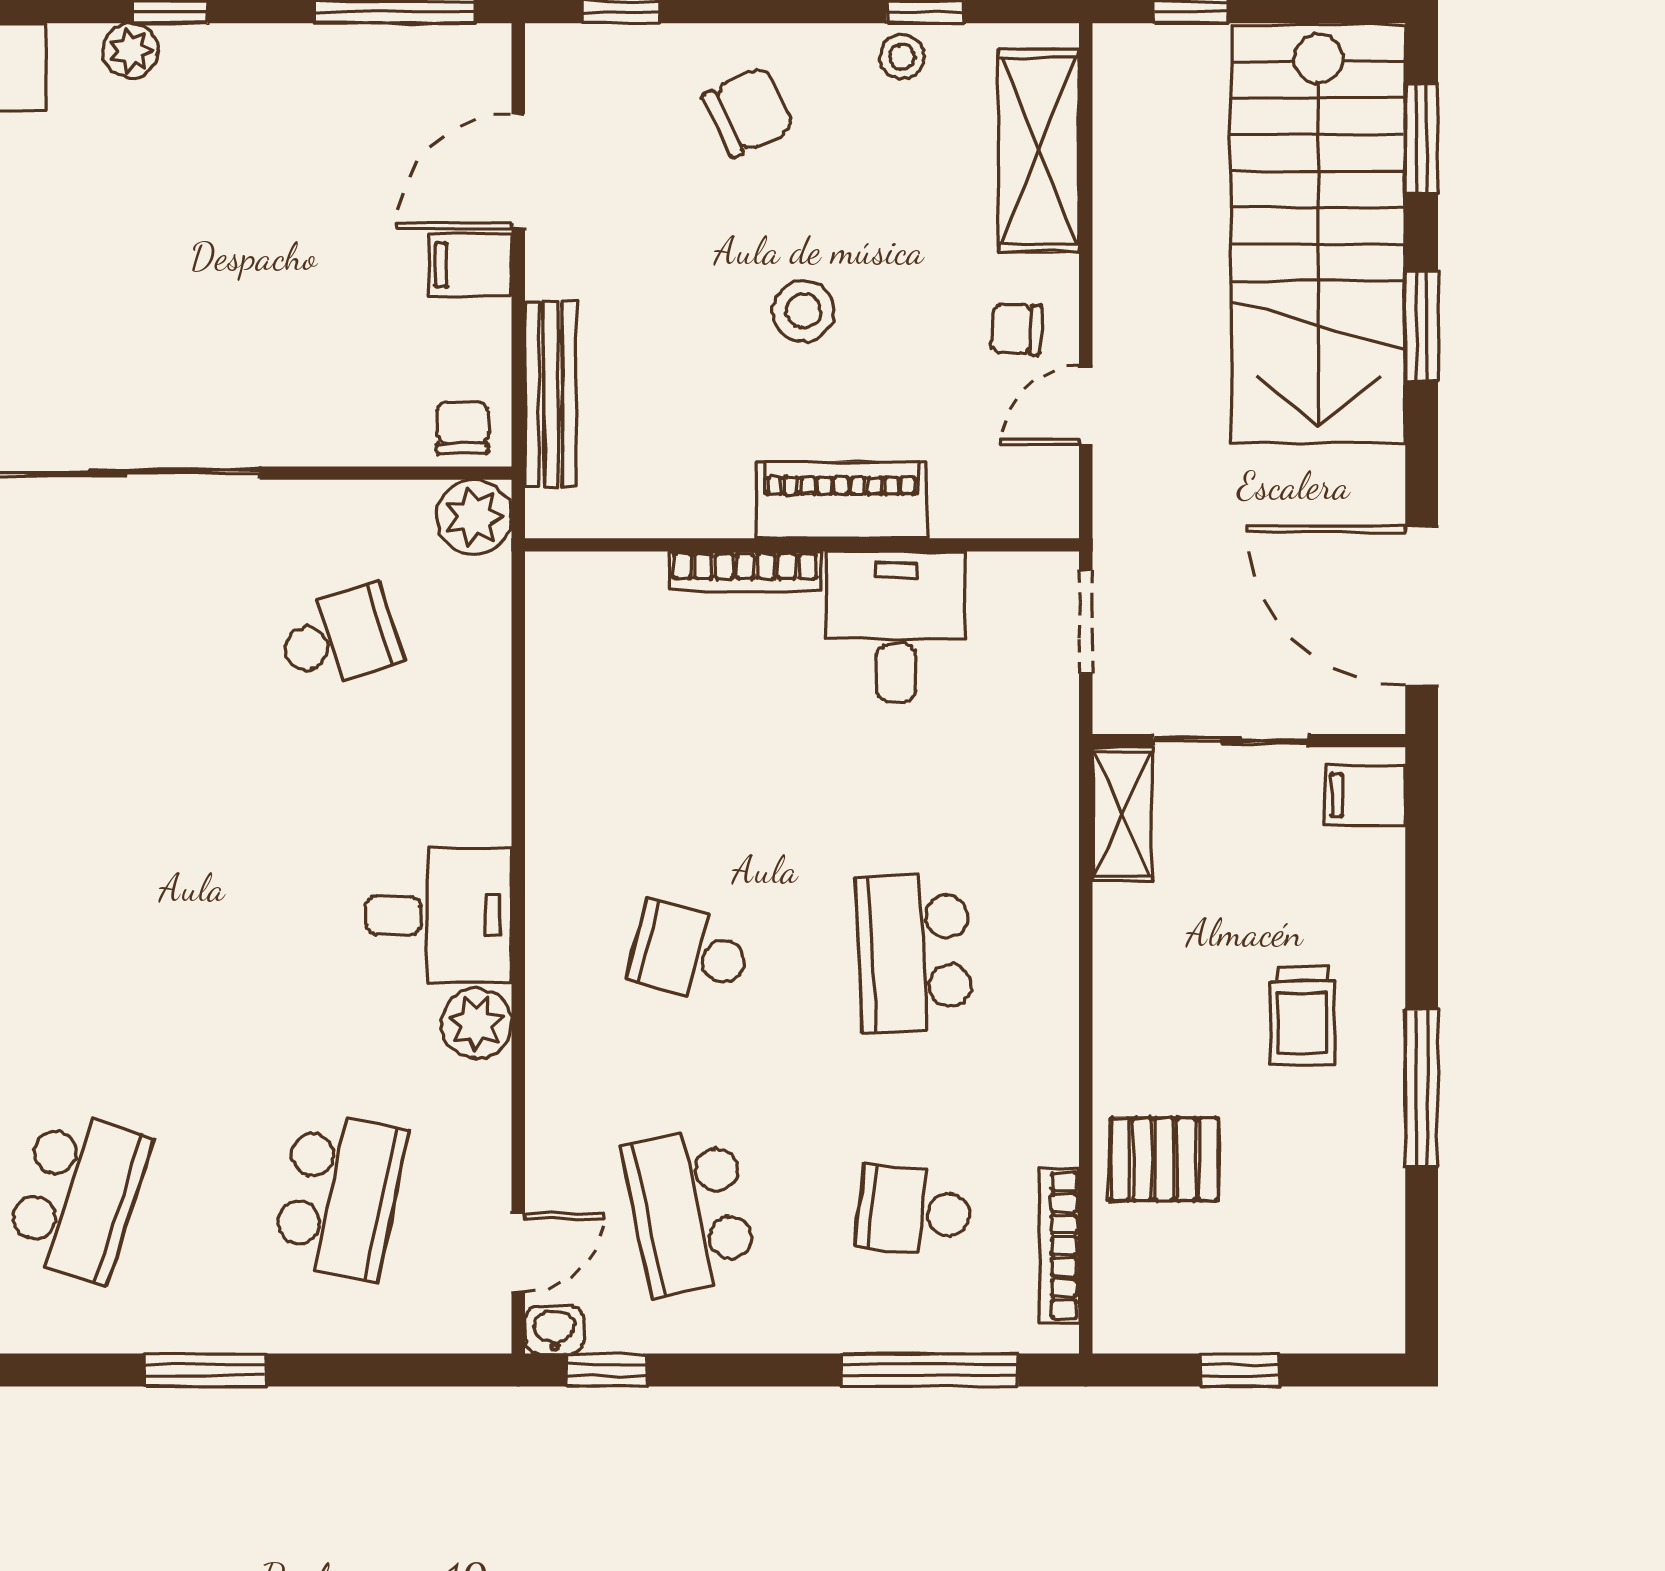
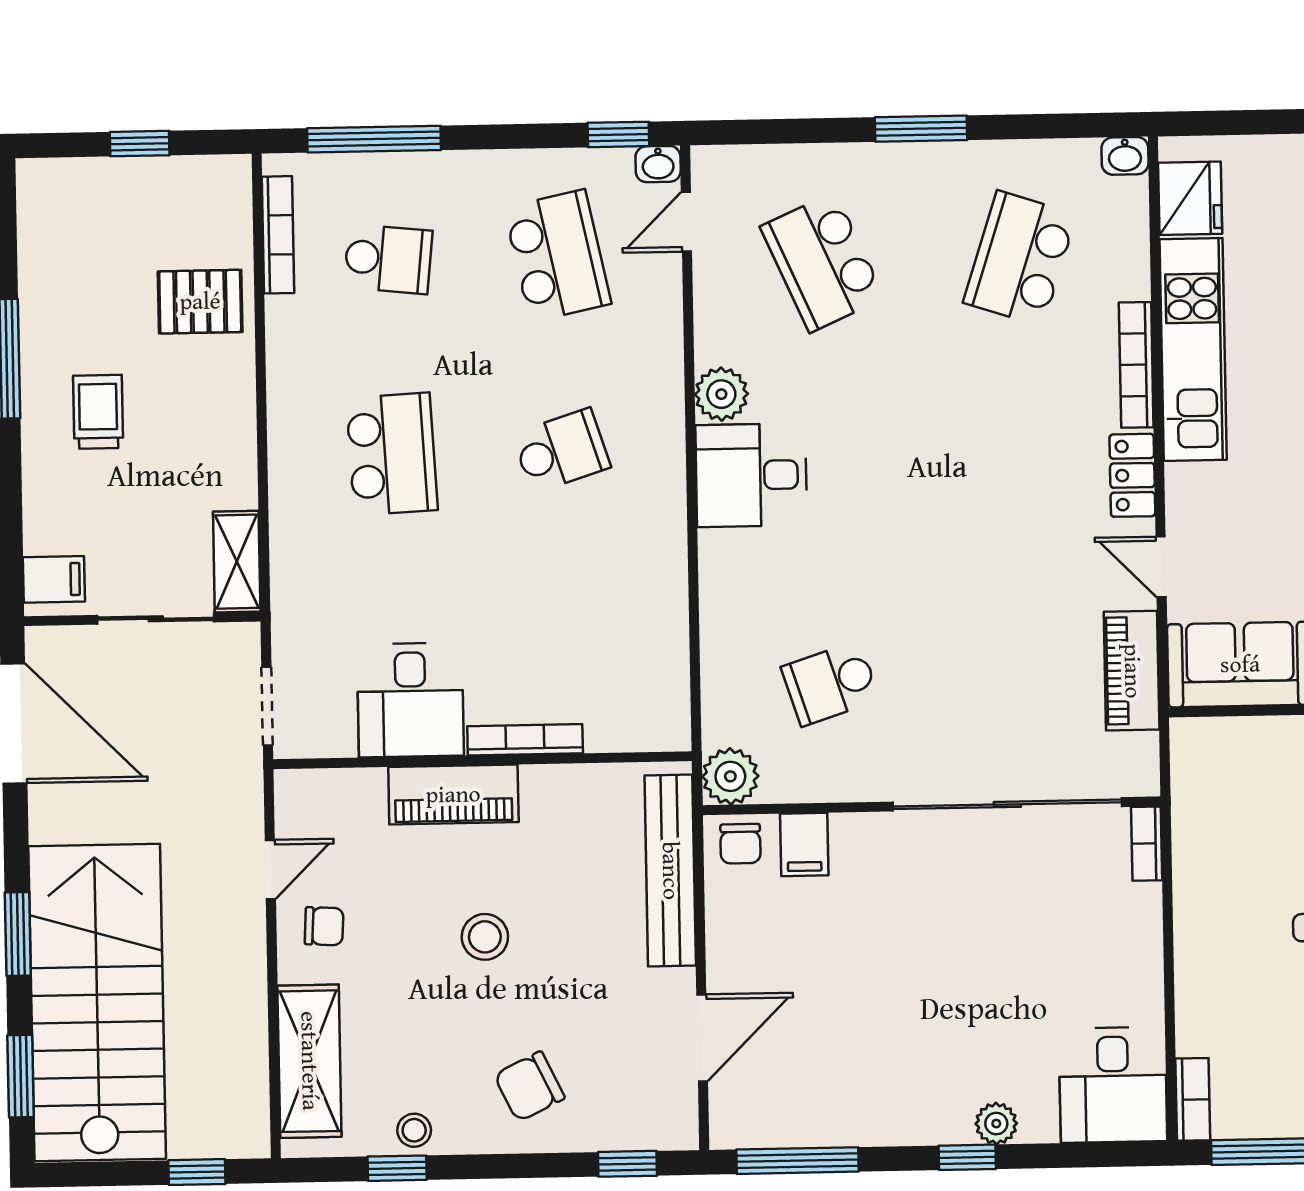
filing cabinet: (470, 265) -> (804, 844), moved, turned 90
bench: (551, 394) -> (670, 871), width x1.37, depth x1.21
school desk: (690, 953) -> (561, 451), turned -33
school desk: (339, 1196) -> (822, 262), turned -36

